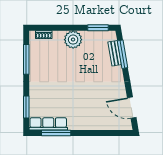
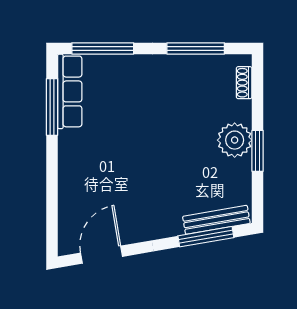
window: (98, 28) -> (258, 151), moved
bench: (115, 53) -> (216, 220), width x1.36
window: (26, 107) -> (103, 48), width x1.44

